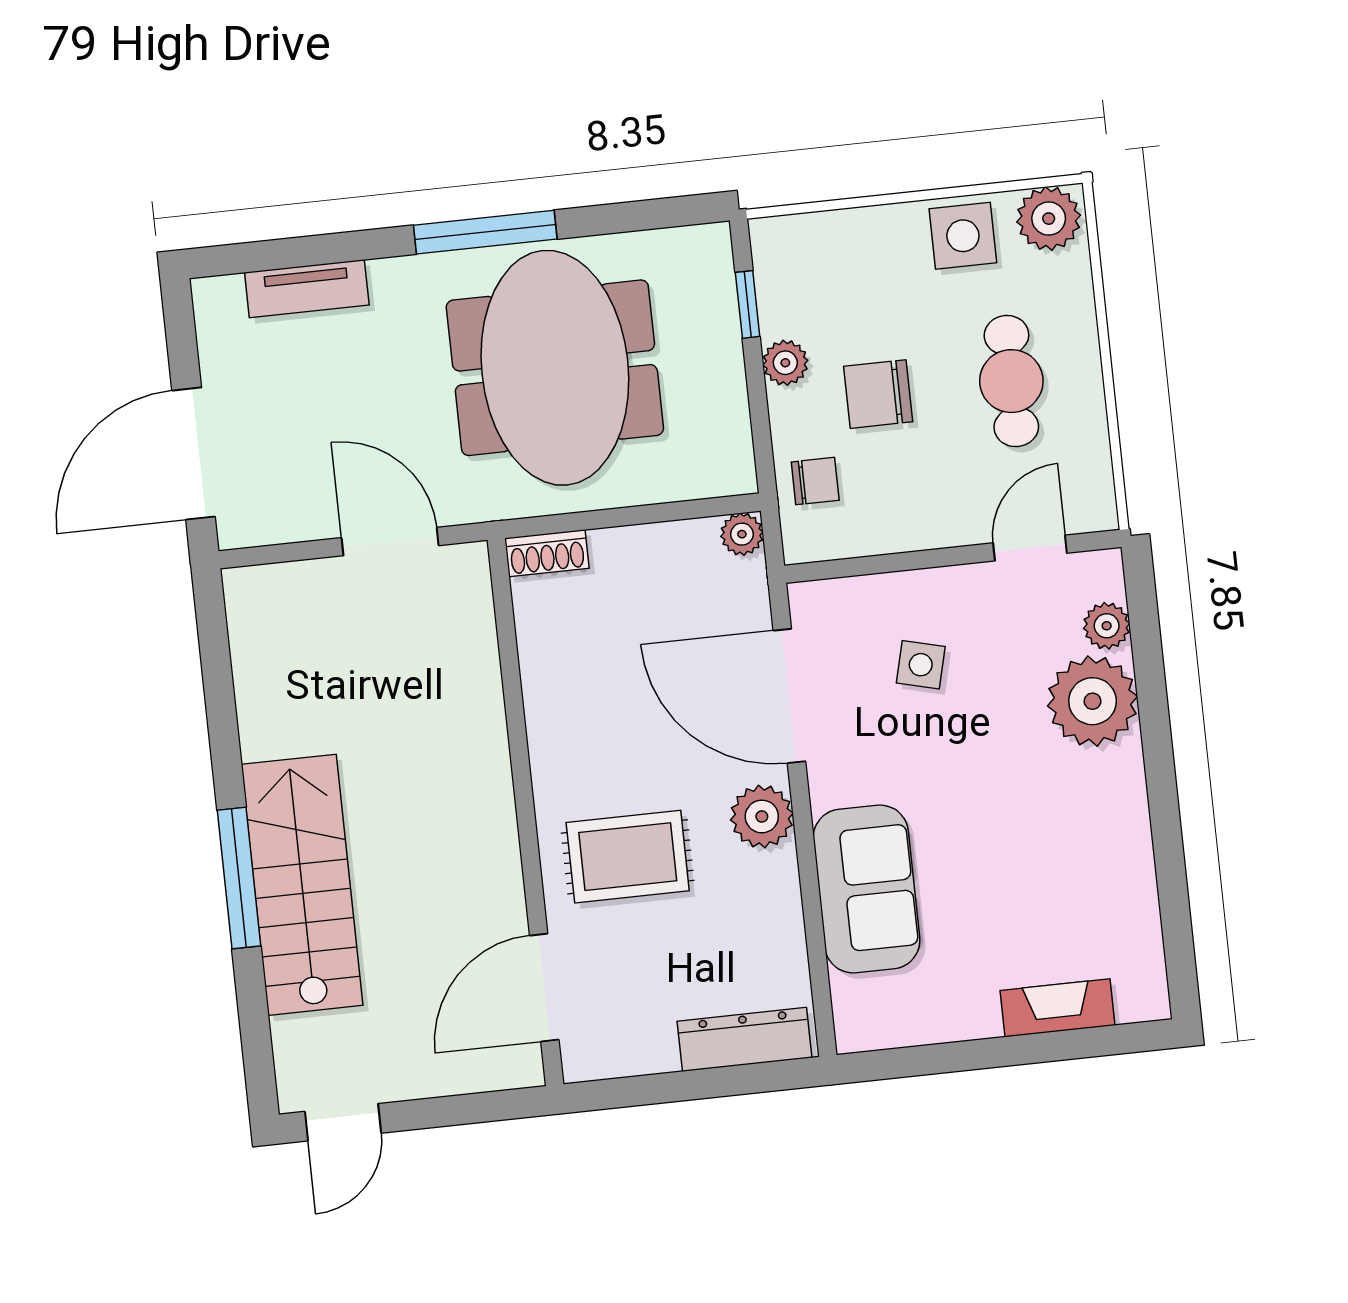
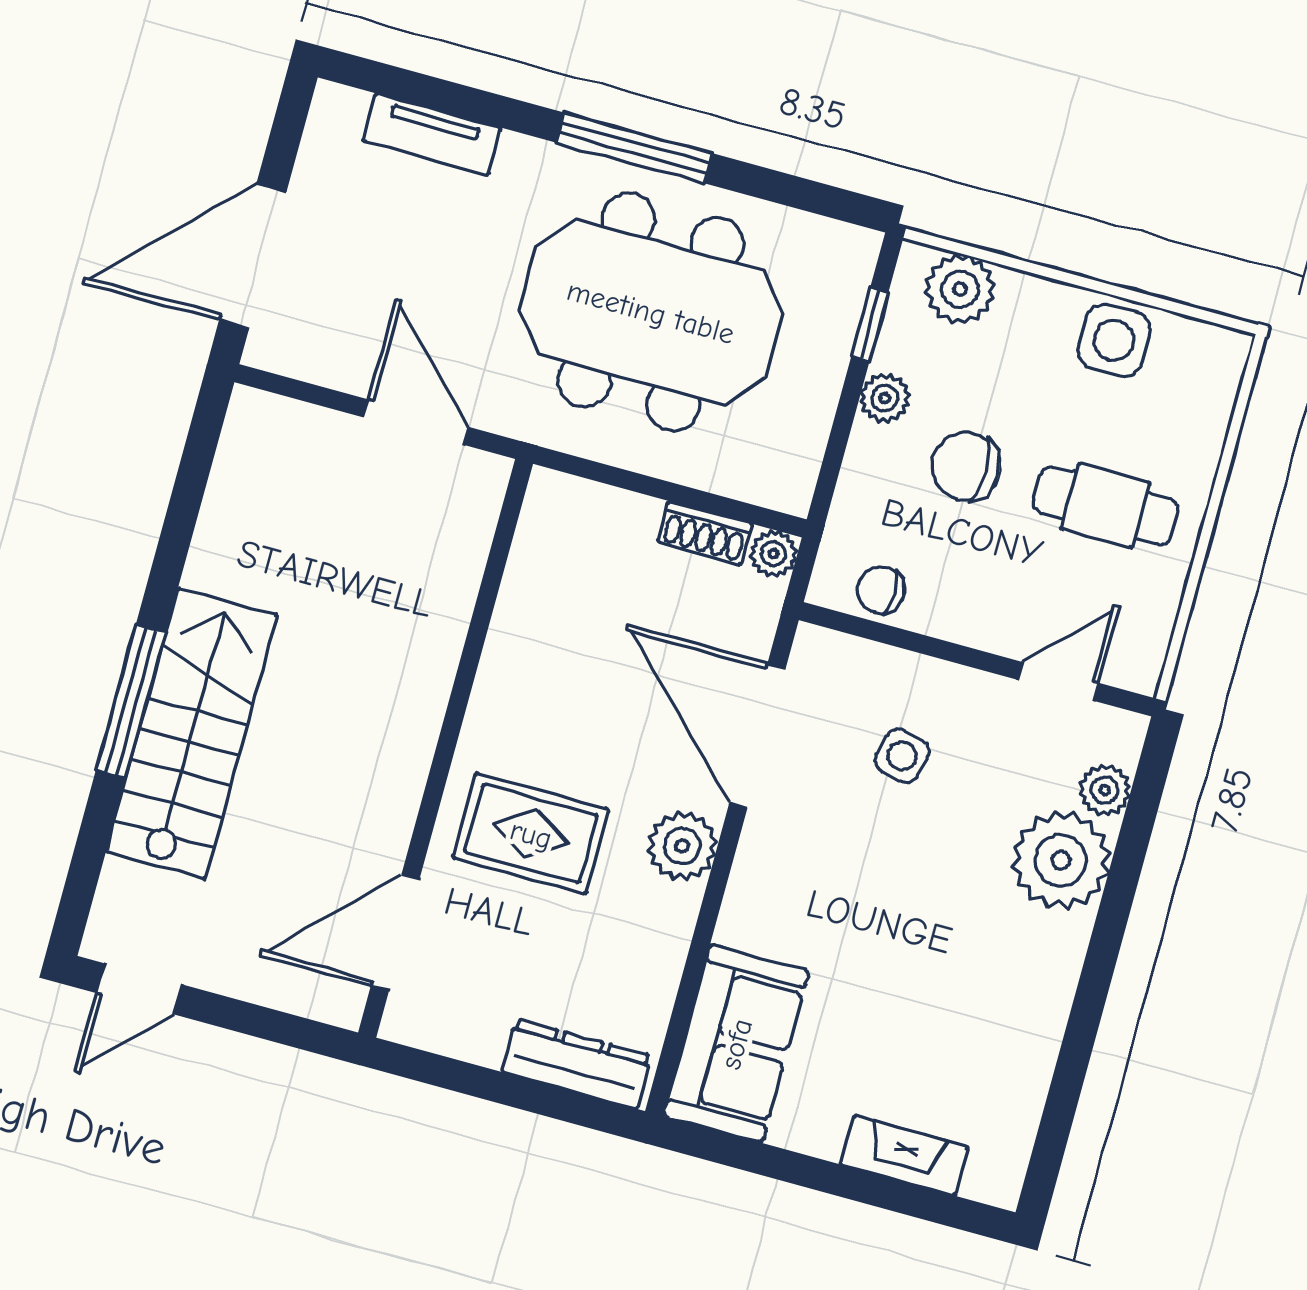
plant: (1049, 219) -> (960, 289), moved
meeting table: (555, 368) -> (651, 312), turned 90
cafe table: (1011, 381) -> (1106, 506), turned 90
chair: (815, 481) -> (881, 590), moved, turned 180
shoe rack: (547, 553) -> (705, 533), moved
sofa: (867, 889) -> (736, 1044), moved

